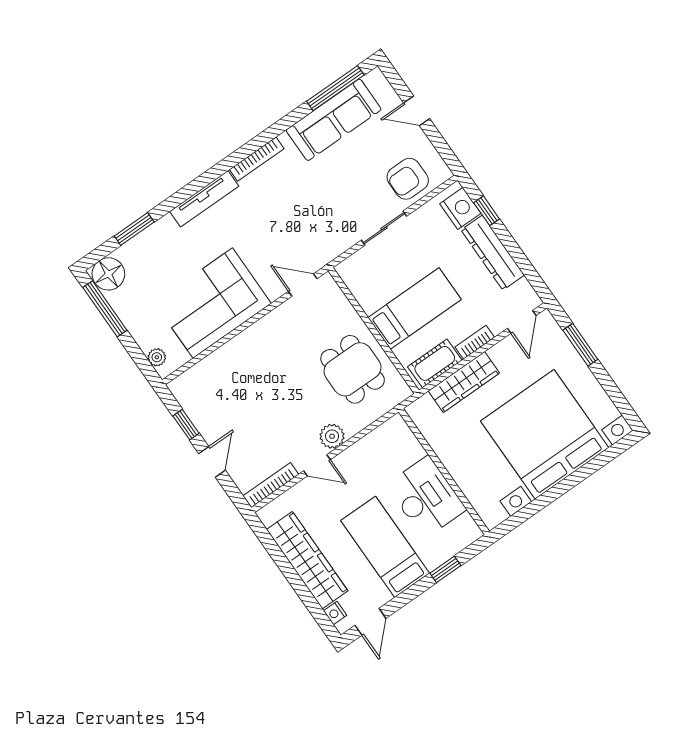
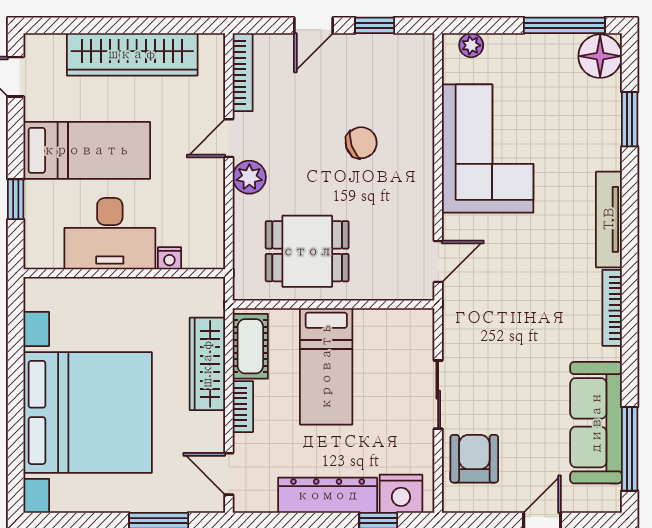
chair: (263, 383) -> (361, 143), added
door: (212, 462) -> (314, 25), hinge flipped
nightstand: (335, 613) -> (169, 258), moved, turned 180

